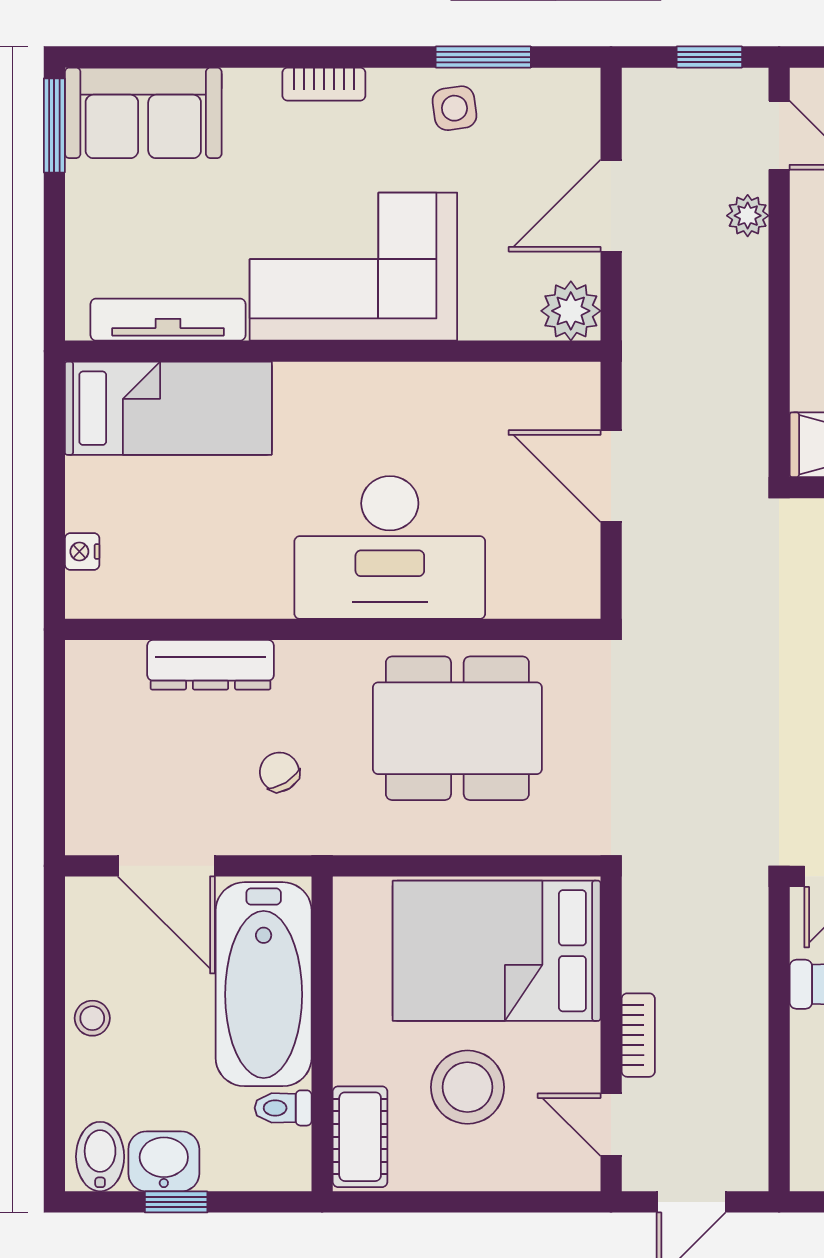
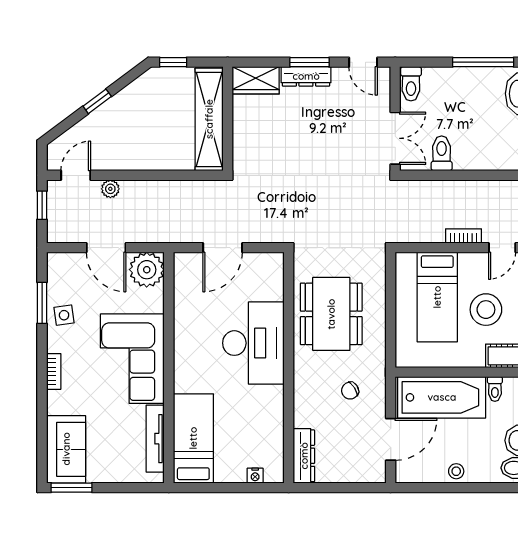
plant: (571, 311) -> (147, 270), width x1.36, depth x1.36
dresser: (211, 665) -> (304, 456), moved
bed: (497, 951) -> (437, 297), width x0.67

